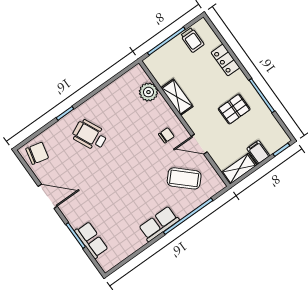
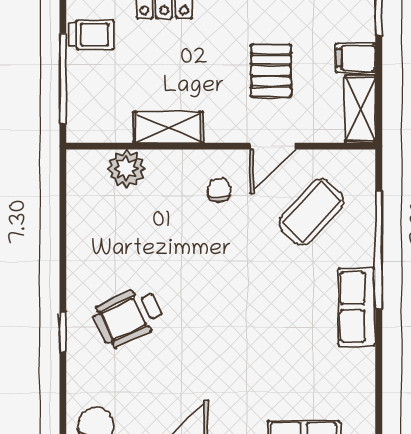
pallet: (234, 109) -> (271, 71), moved

